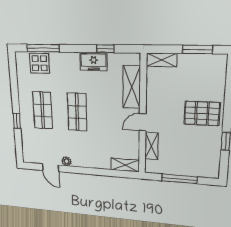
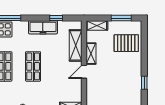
freezer: (94, 61) -> (43, 27), width x1.40
pallet: (202, 113) -> (126, 43), moved
shelving: (151, 146) -> (91, 54), moved

